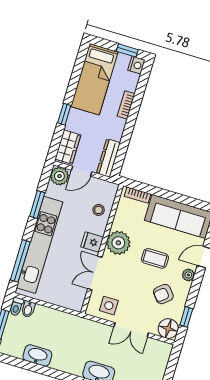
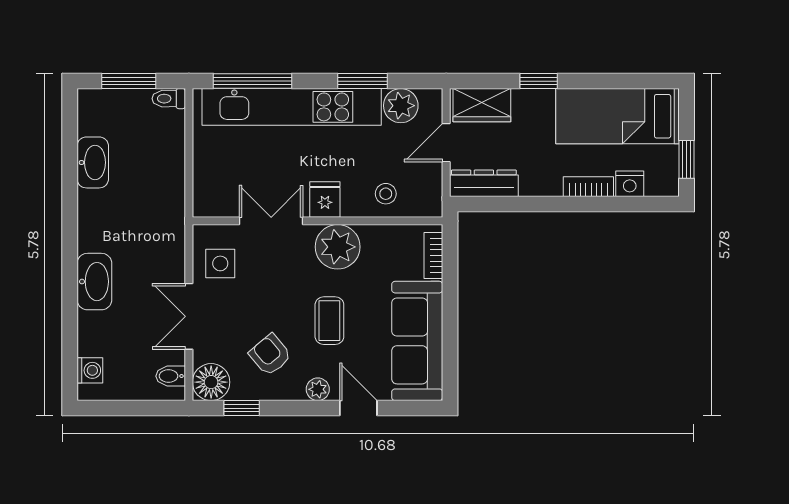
nightstand: (136, 65) -> (630, 184), moved
door: (82, 171) -> (446, 143), hinge flipped
plant: (59, 176) -> (401, 106), moved
bidet: (28, 309) -> (171, 376), moved

